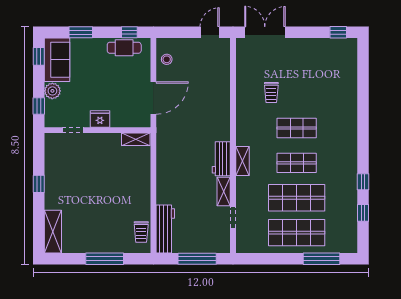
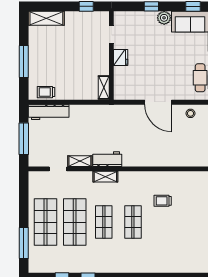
fridge: (100, 119) -> (121, 58), moved
doorway: (73, 130) -> (111, 35), moved
wall: (97, 130) -> (111, 55), moved
shelving: (136, 139) -> (104, 87), moved

